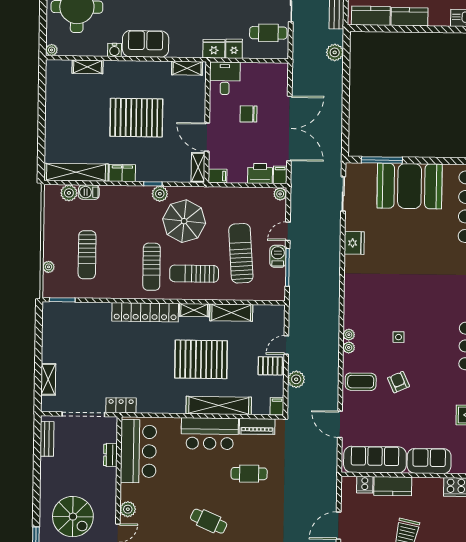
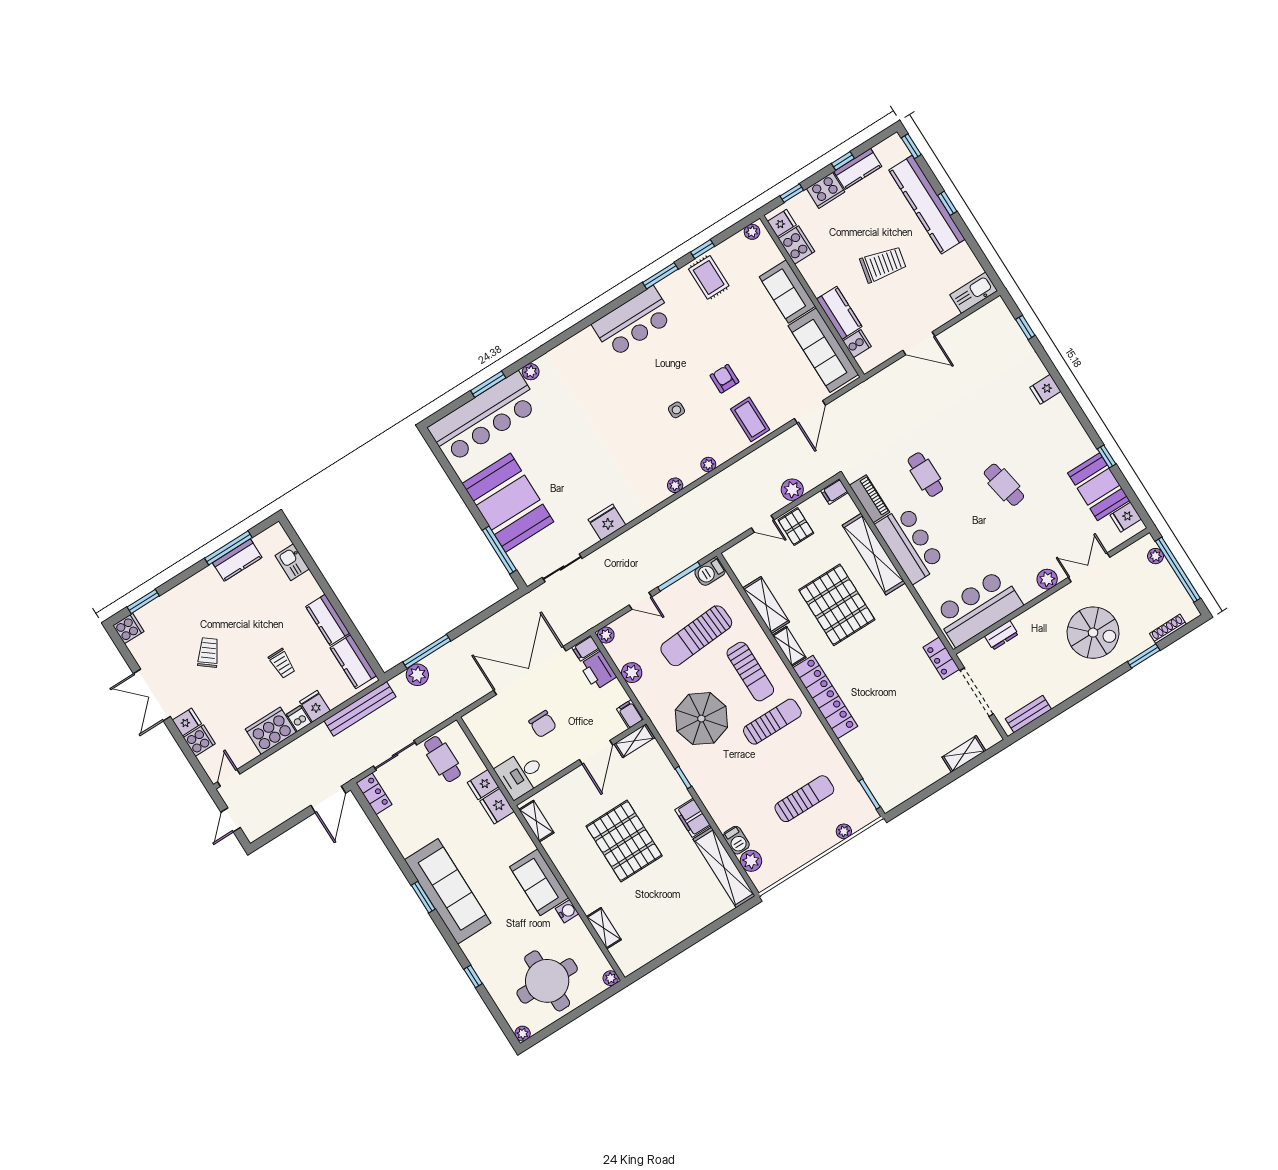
window: (346, 69) -> (427, 651), added
plant: (160, 194) -> (632, 673), moved
barbecue: (278, 256) -> (710, 572), moved
plant: (349, 347) -> (675, 485), moved
armchair: (399, 382) -> (724, 379), turned 114
spiral stairs: (73, 517) -> (1093, 633), turned 90
cafe table: (209, 521) -> (1004, 485), turned -34

